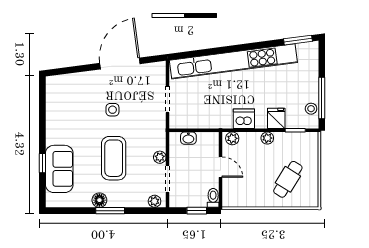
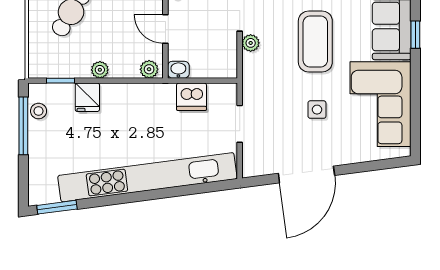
corner sofa: (67, 114) -> (381, 104), added
dishwasher: (244, 119) -> (191, 97), moved
washbasin: (188, 138) -> (178, 70), moved

